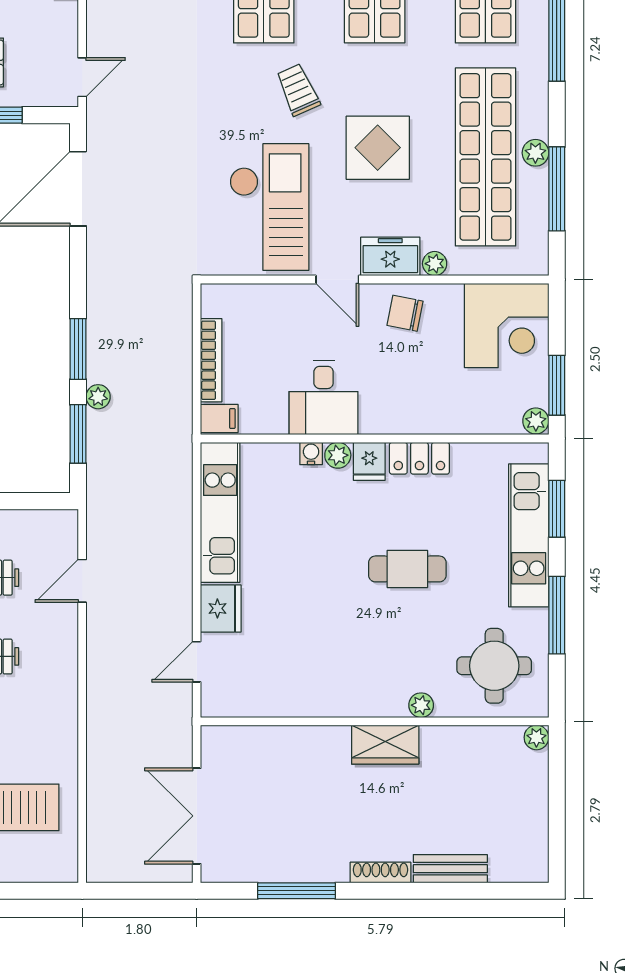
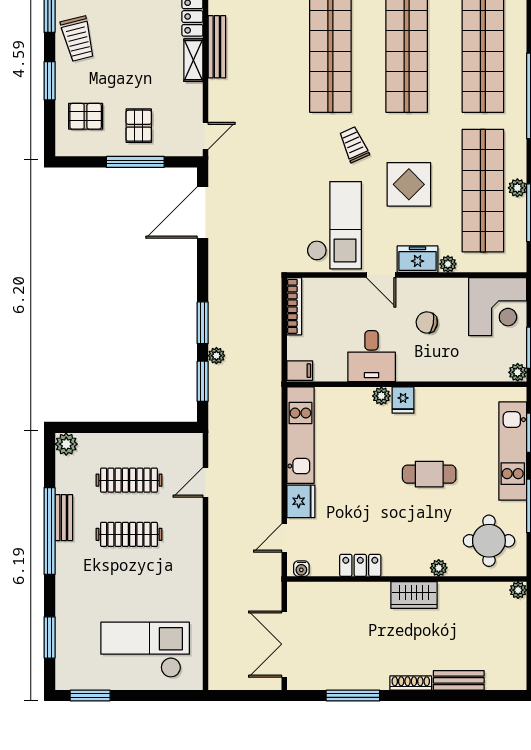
chair: (405, 313) -> (427, 322), moved
bookcase: (211, 360) -> (294, 306), moved
water cooler: (311, 453) -> (301, 569), moved, turned 180
locker: (419, 458) -> (360, 565), moved, turned 180

